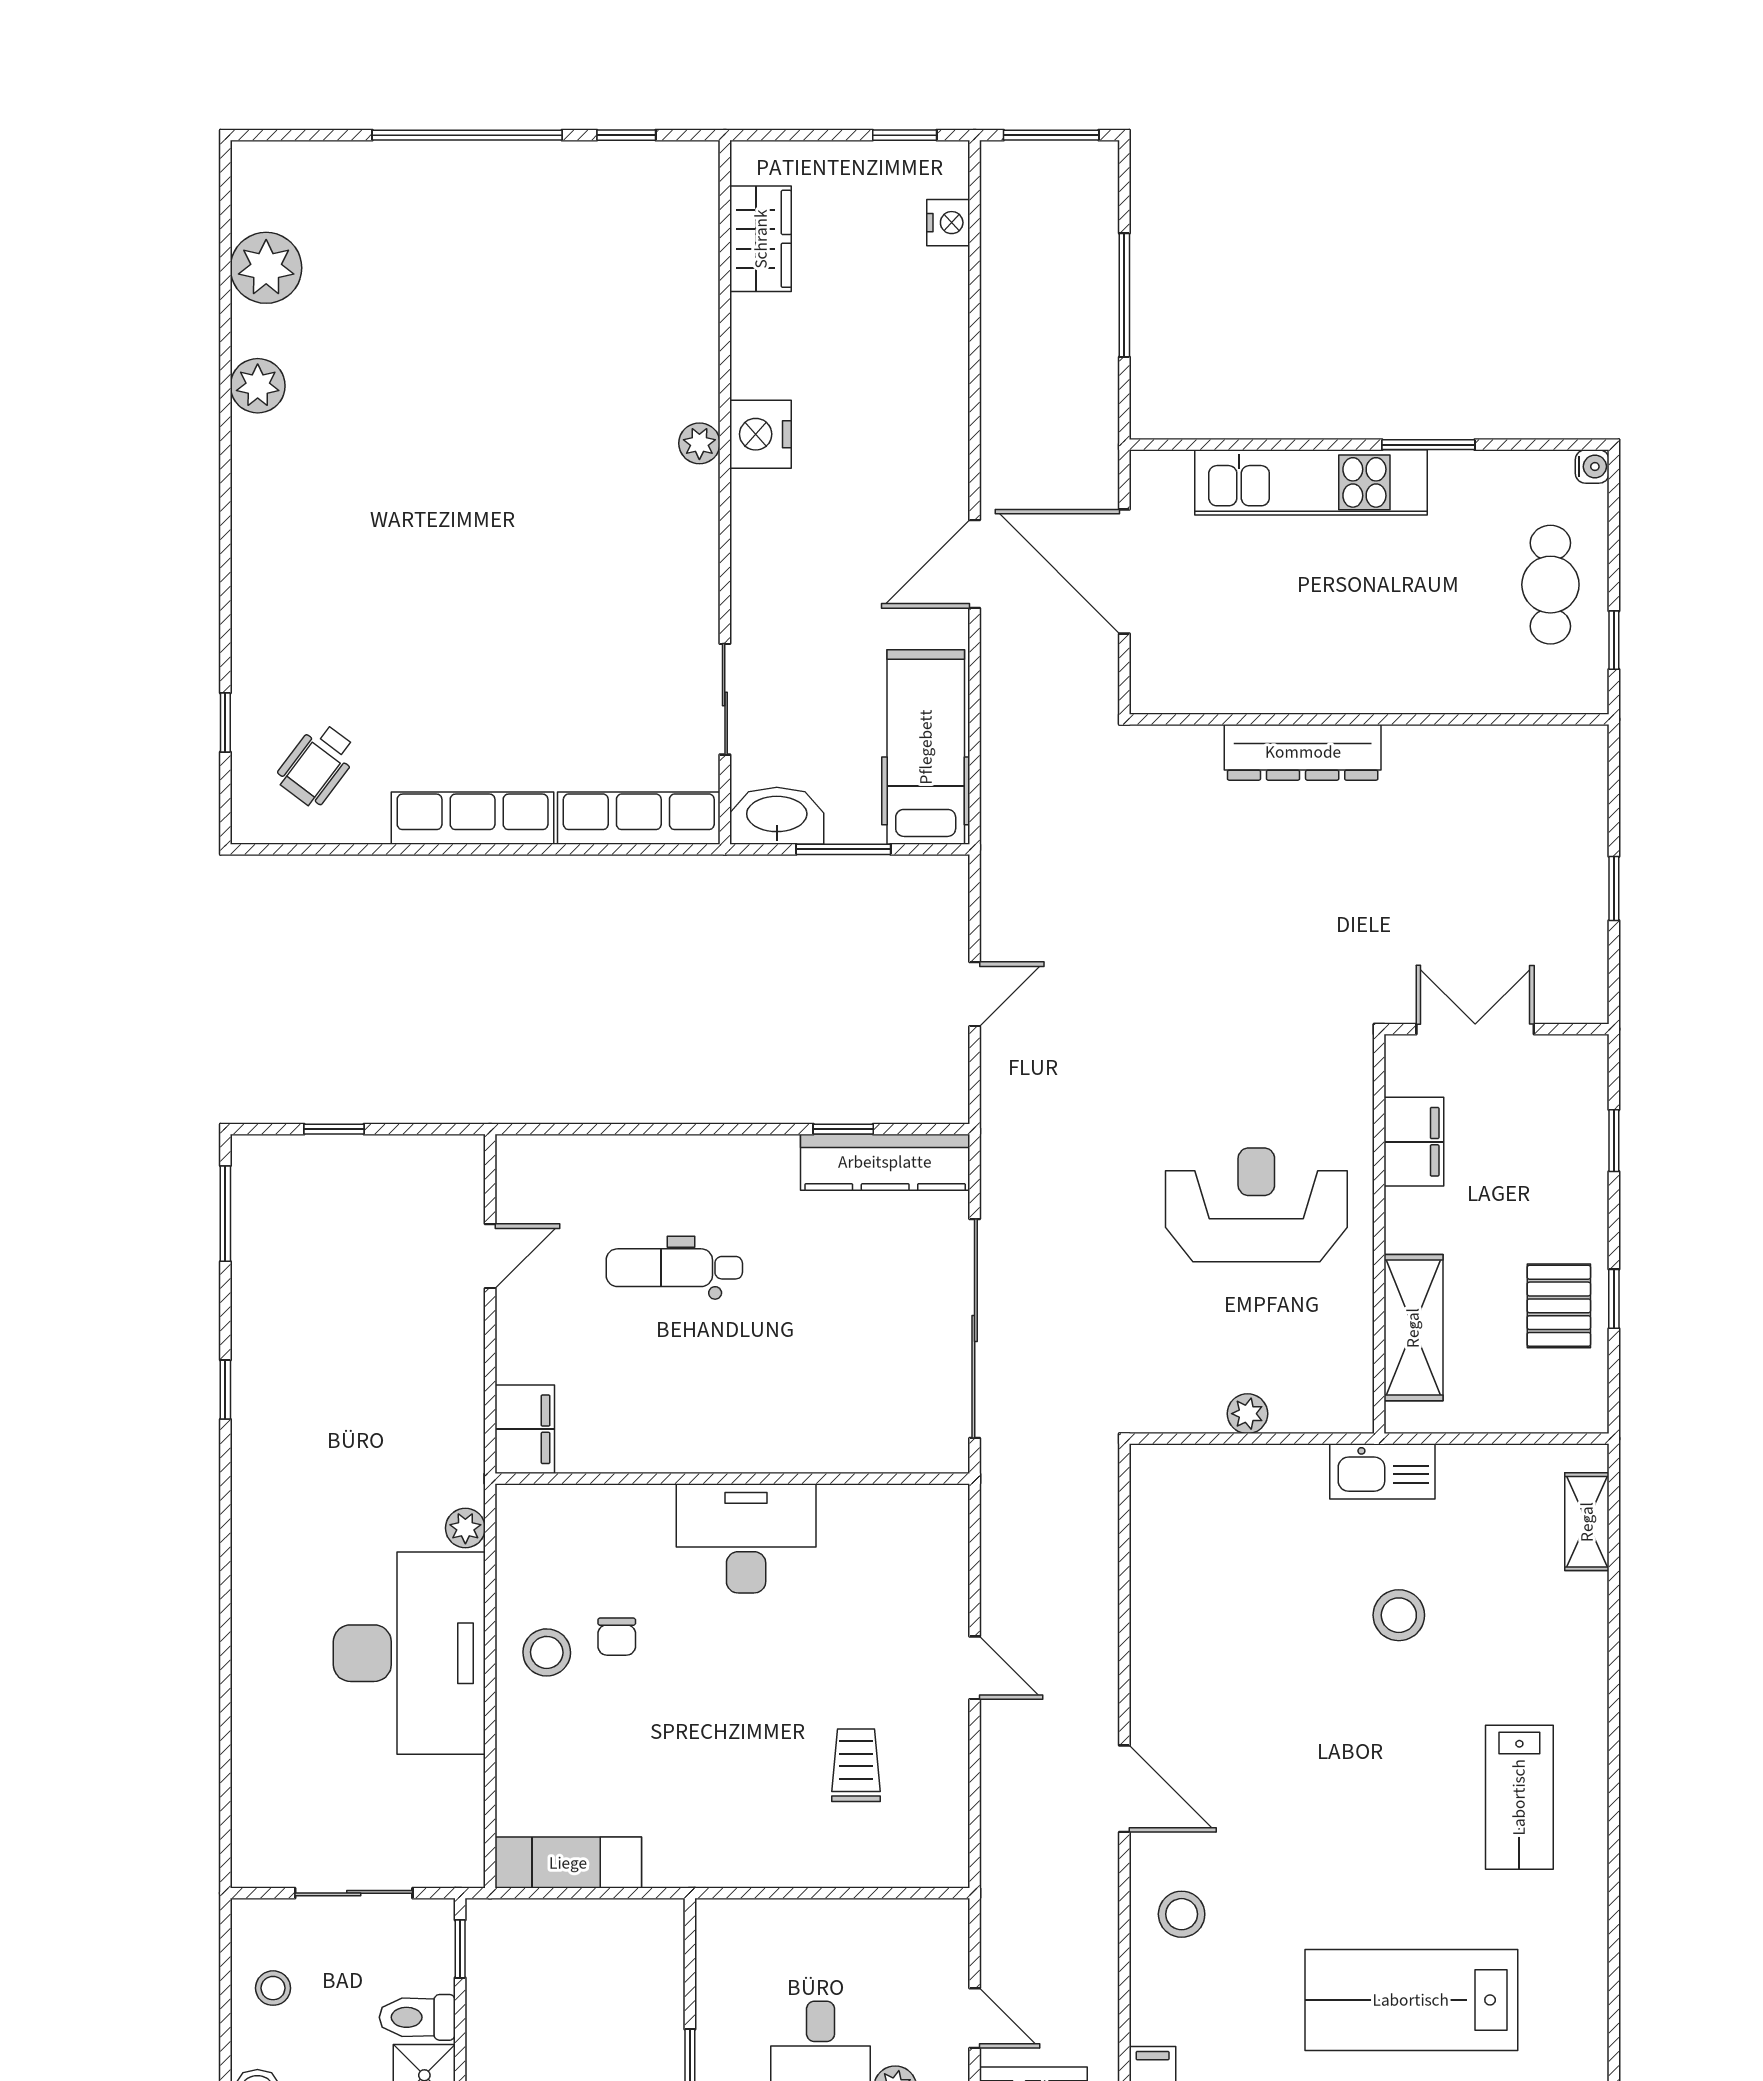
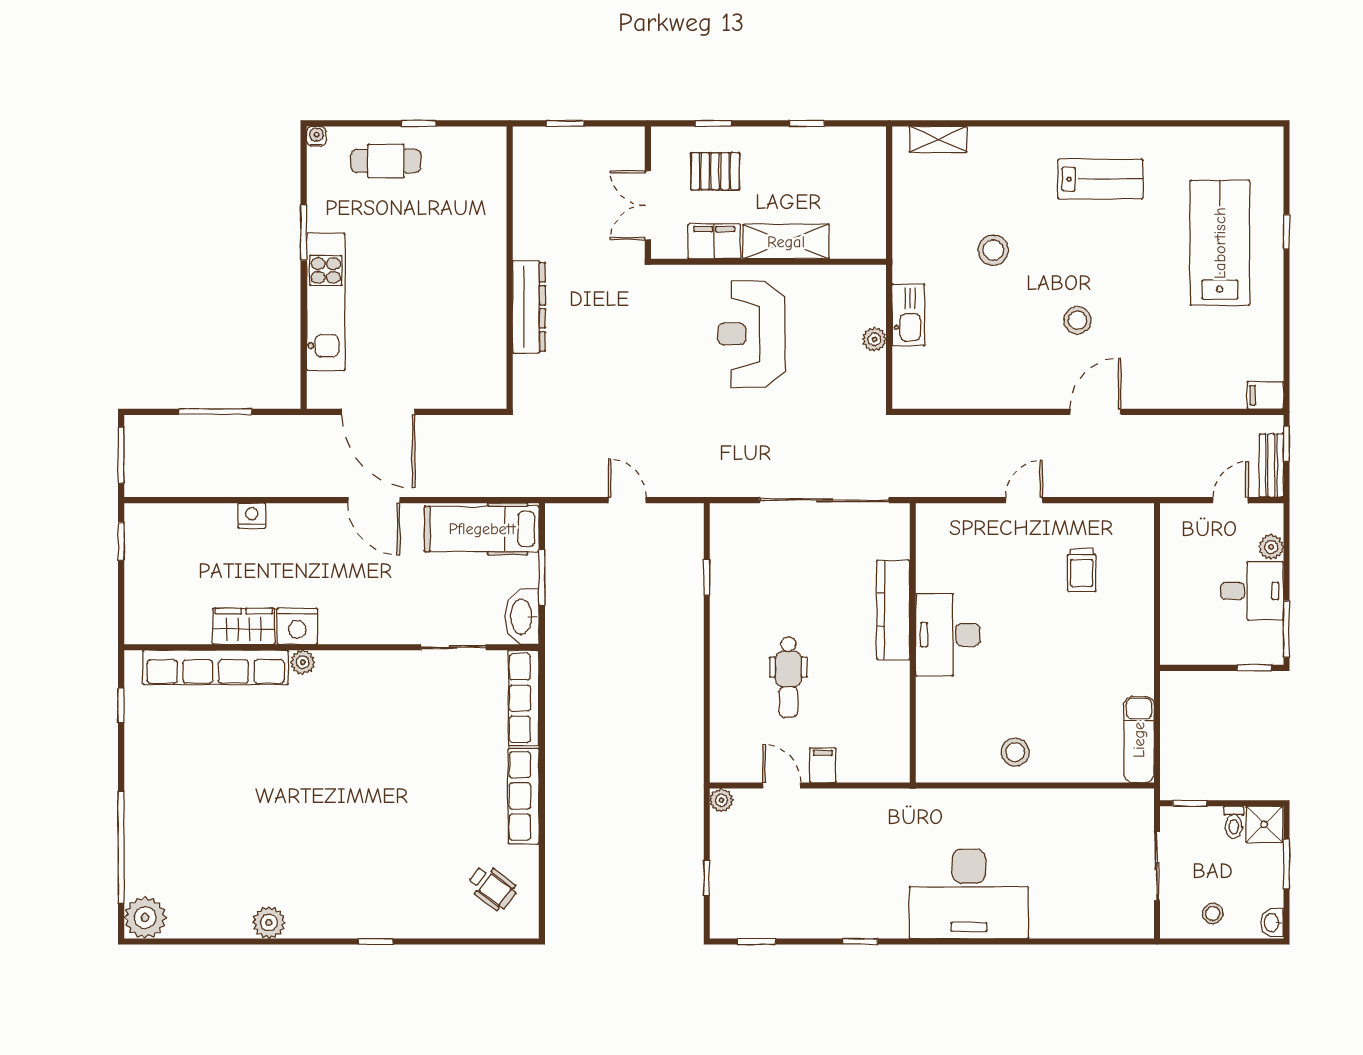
window: (467, 135) -> (121, 847), moved
nightstand: (948, 223) -> (252, 516), moved
wardrobe: (761, 239) -> (244, 626), moved
plant: (266, 268) -> (145, 918), moved
row of seats: (691, 295) -> (216, 667), added
door: (1124, 571) -> (378, 412), hinge flipped
wall: (1369, 719) -> (510, 268), moved
window: (225, 722) -> (376, 942), moved
dresser: (1303, 752) -> (529, 307), moved
kitchen counter: (885, 1162) -> (893, 610), moved, turned 180
window: (225, 1214) -> (757, 942), width x0.67
pallet: (1559, 1306) -> (715, 171), moved
shelving: (1413, 1328) -> (786, 242), moved
filing cabinet: (525, 1429) -> (823, 765), moved, width x0.50
kitchen sink: (1382, 1471) -> (908, 315), moved
plant: (465, 1528) -> (721, 800), moved
chair: (617, 1637) -> (1006, 711), removed
desk: (409, 1653) -> (969, 894), moved, turned 180
trolley: (856, 1765) -> (1082, 570), turned -90
stool: (1182, 1914) -> (1077, 320), moved
lab bench: (1411, 2000) -> (1220, 243), turned 180
toilet: (417, 2017) -> (1234, 822), width x0.73, depth x0.72

